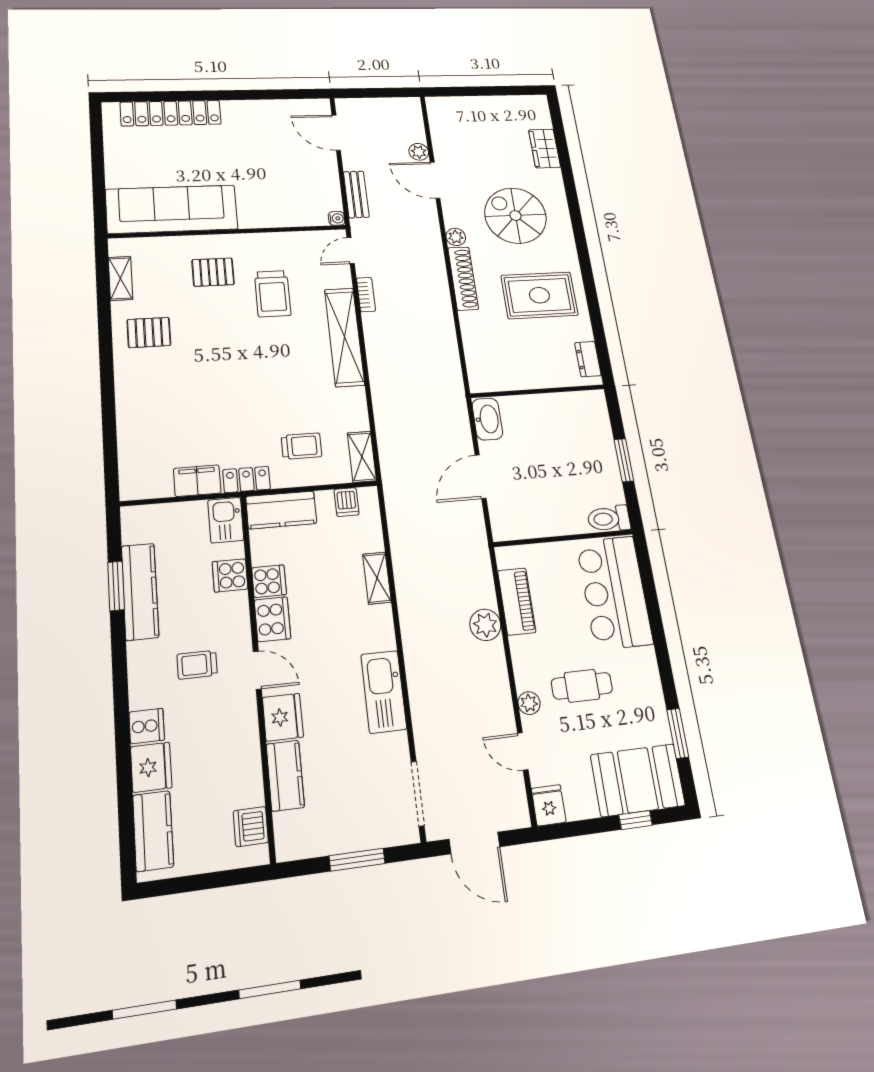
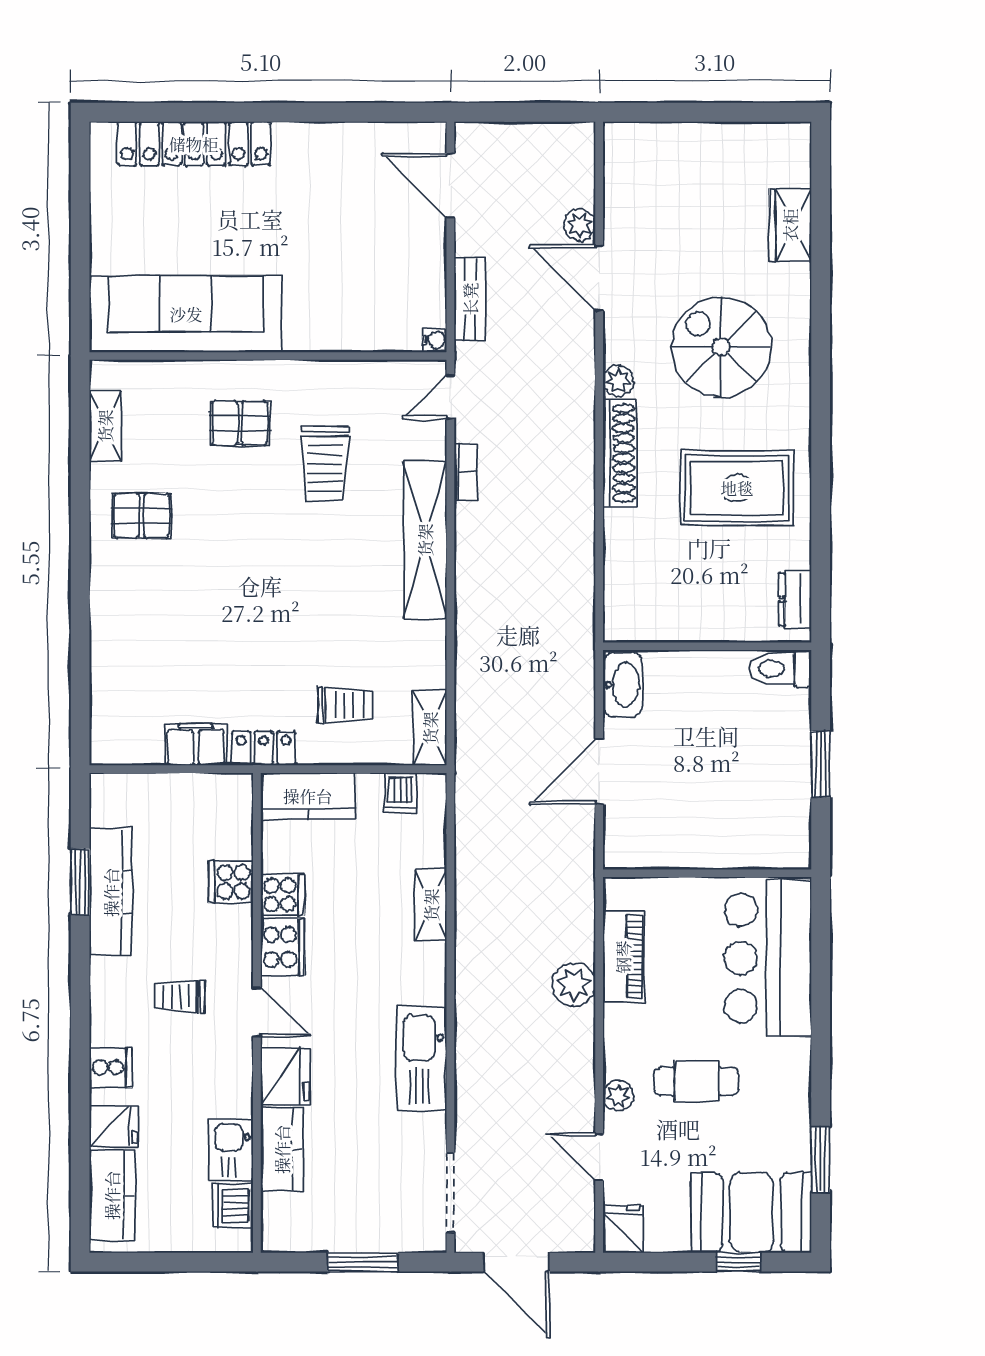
toilet: (609, 519) -> (780, 669), moved
kitchen sink: (226, 520) -> (231, 1150), moved
fridge: (151, 767) -> (114, 1127), width x0.72

